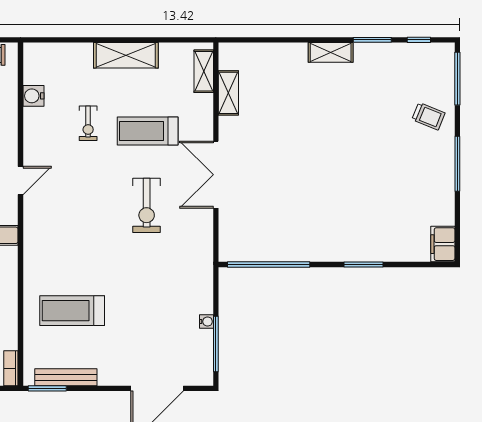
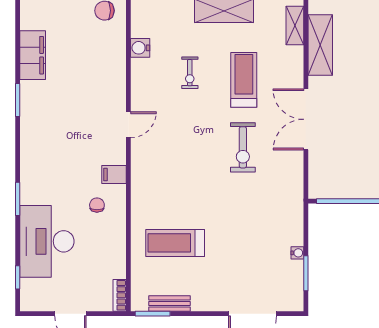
shelving: (228, 93) -> (320, 45), width x1.50, depth x1.33
treadmill: (148, 131) -> (244, 80), turned 90
window: (216, 344) -> (306, 273), width x0.69
bench: (66, 377) -> (169, 303), width x0.73

